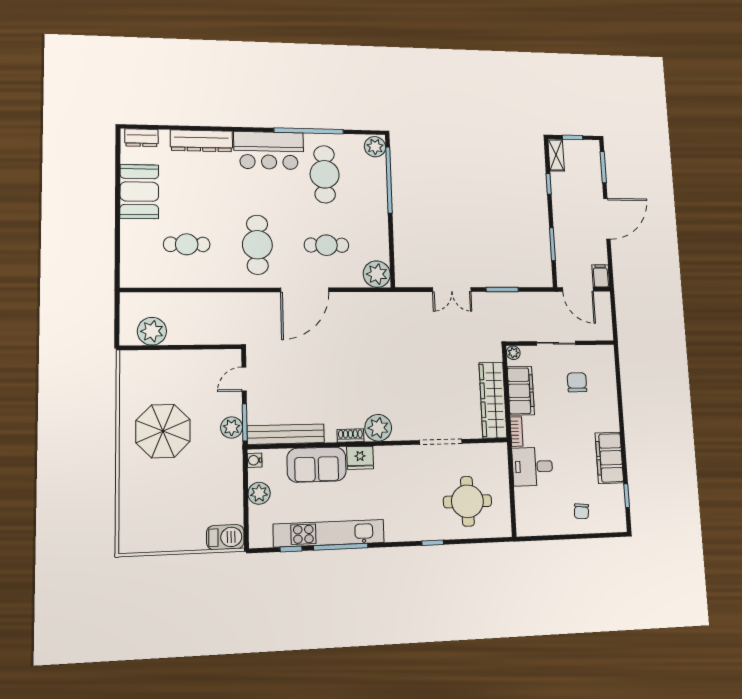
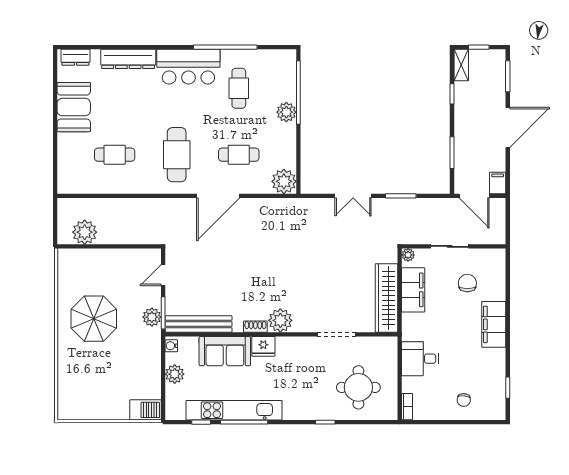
plant: (375, 147) -> (286, 112), moved
cafe table: (325, 174) -> (239, 88), width x0.73, depth x0.74
bookcase: (516, 432) -> (407, 407), moved
filing cabinet: (609, 458) -> (494, 324), moved

